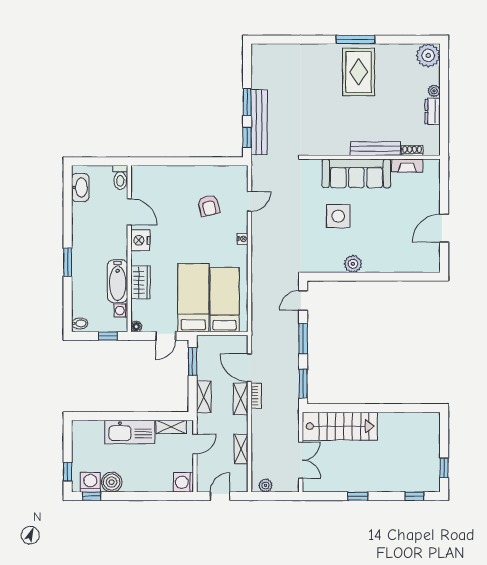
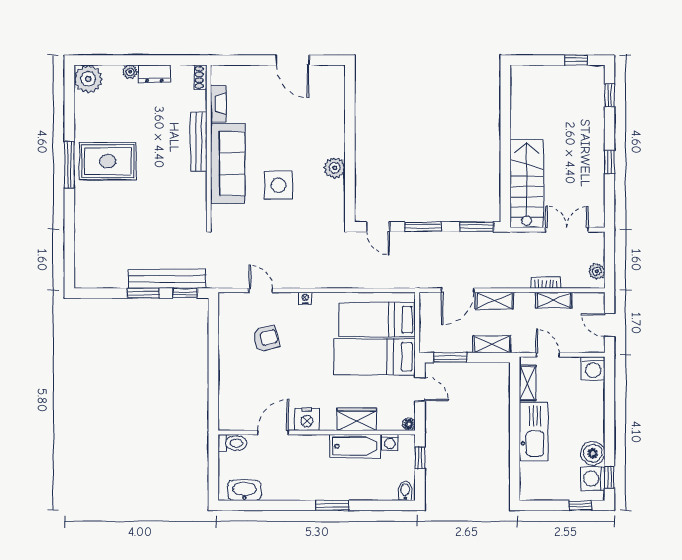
shoe rack: (412, 151) -> (201, 77), moved
bookcase: (256, 396) -> (546, 282), moved

